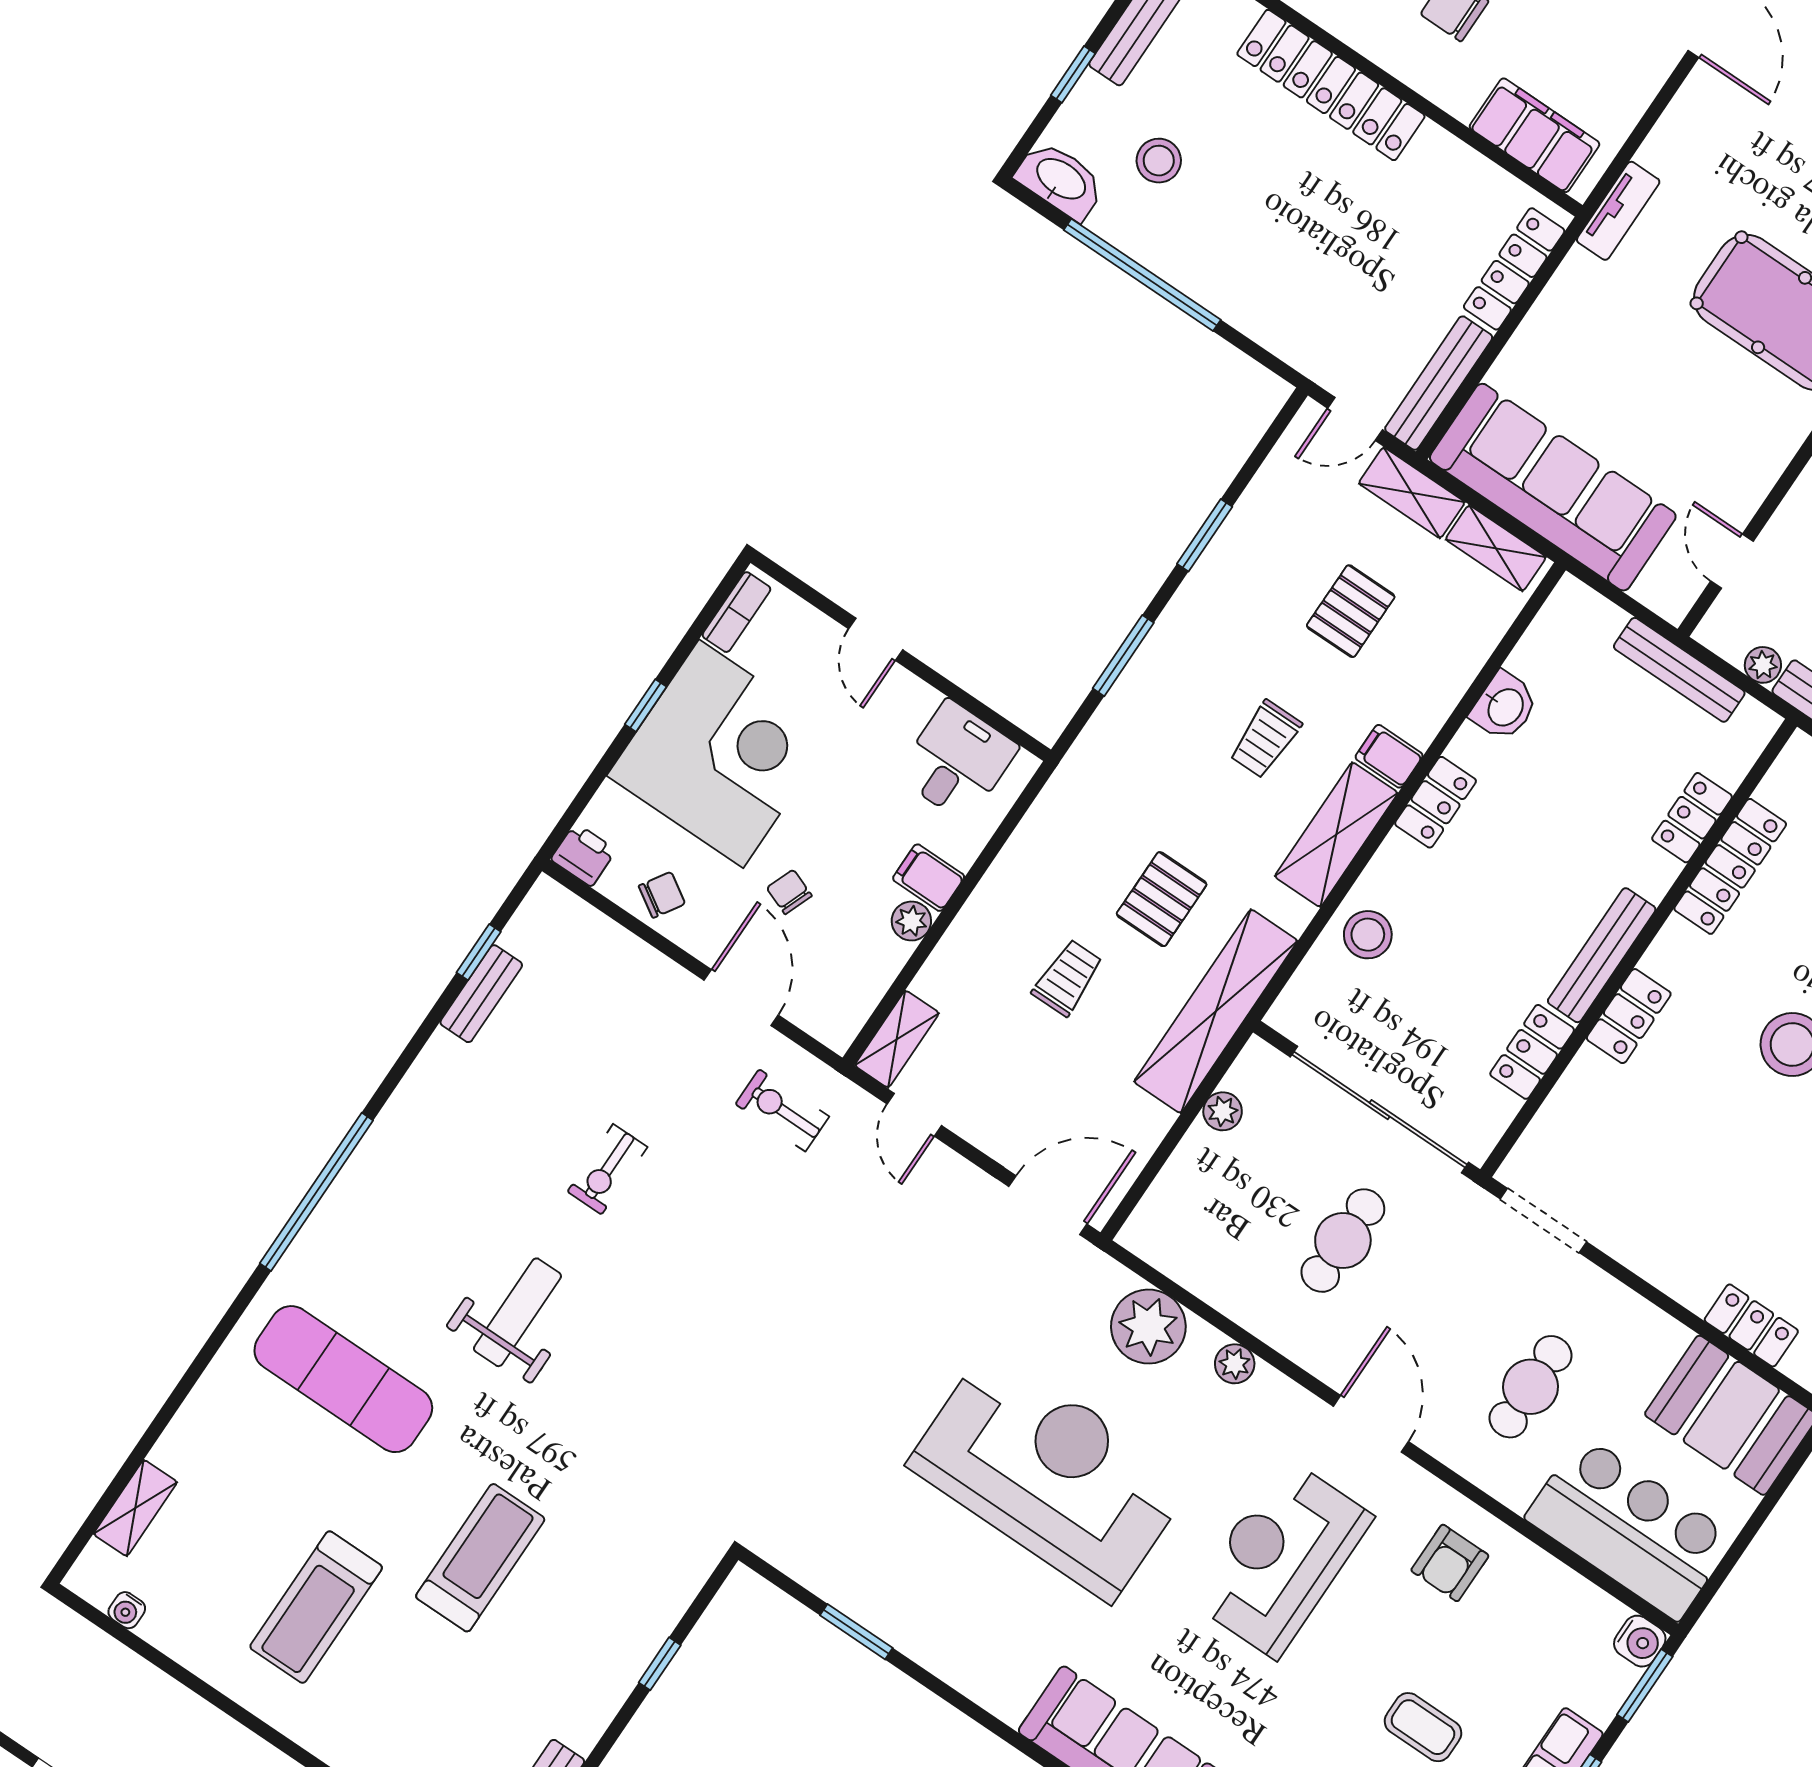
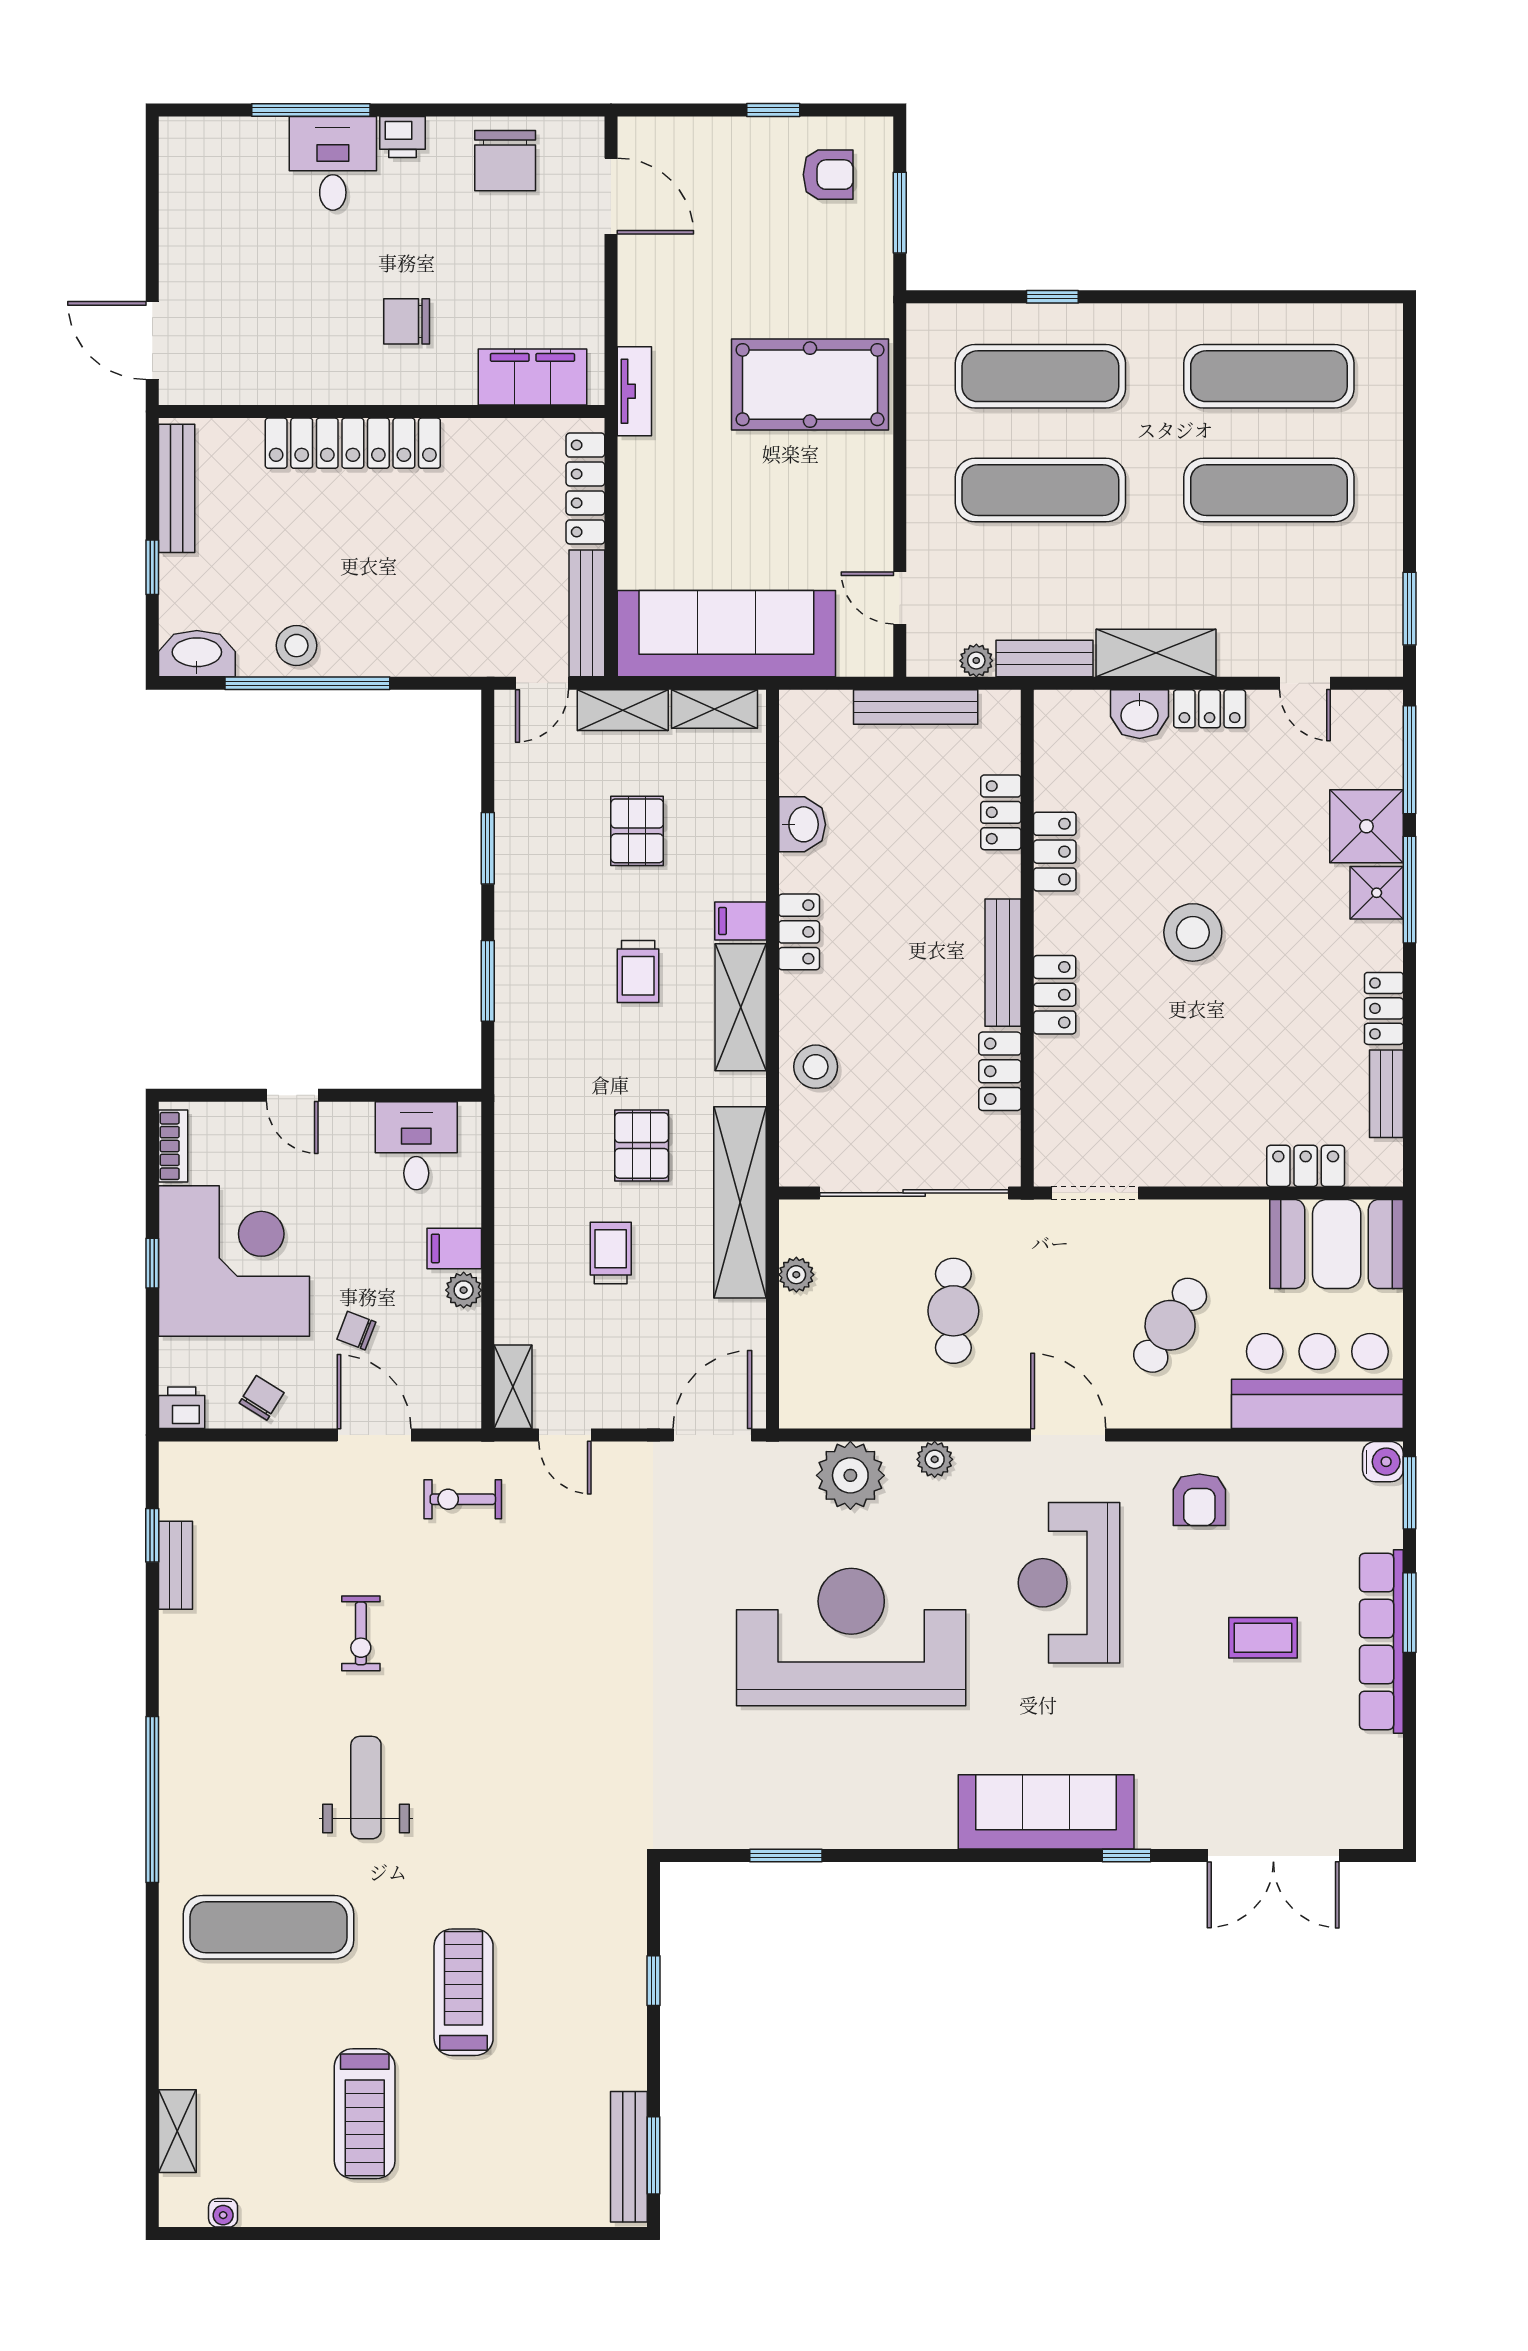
stool: (1159, 161) -> (297, 646), moved
locker: (1730, 866) -> (1055, 852), width x0.66
cafe table: (1531, 1387) -> (1170, 1325), turned 32

